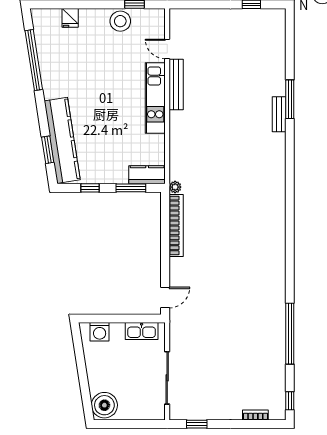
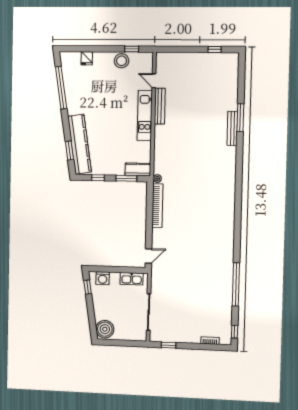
bench: (279, 114) -> (232, 128), width x1.36
window: (78, 345) -> (88, 287), added

